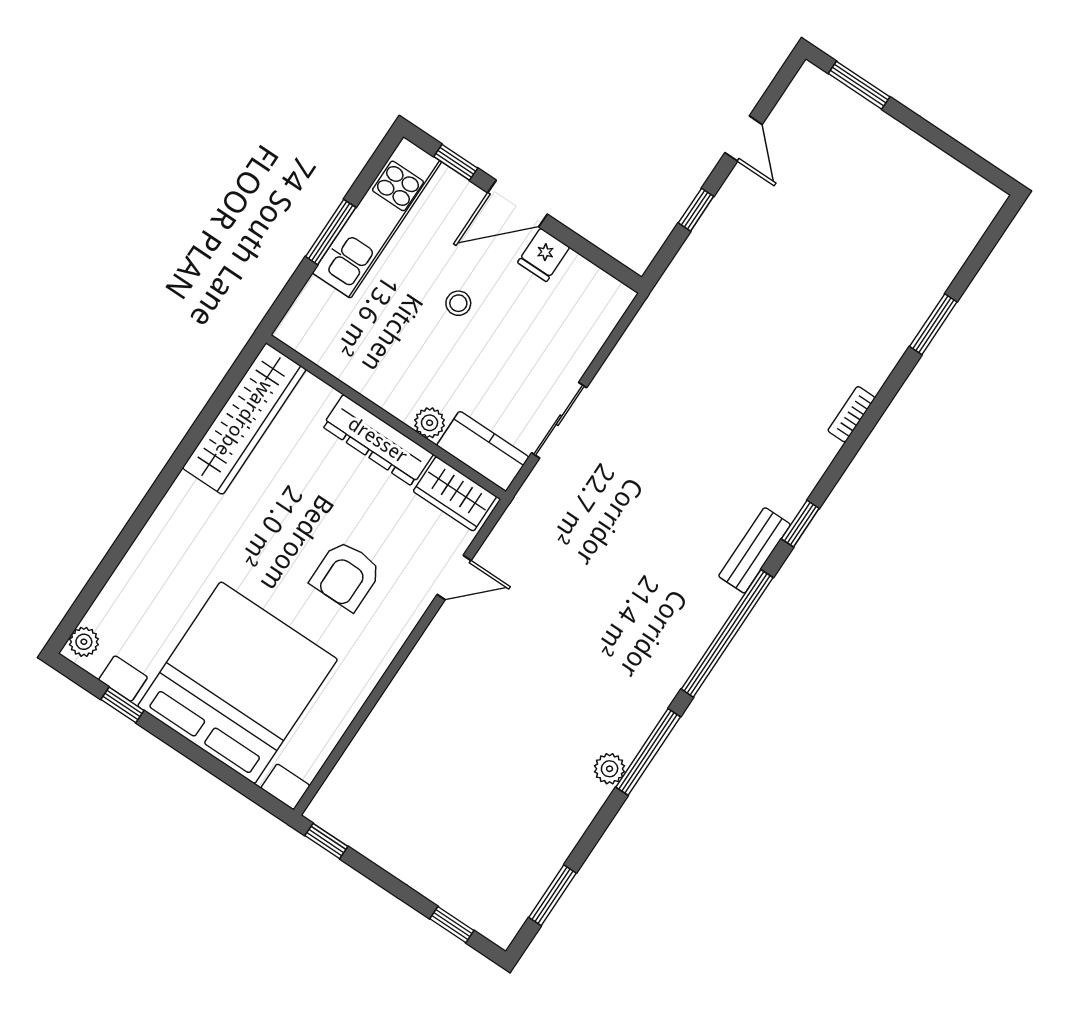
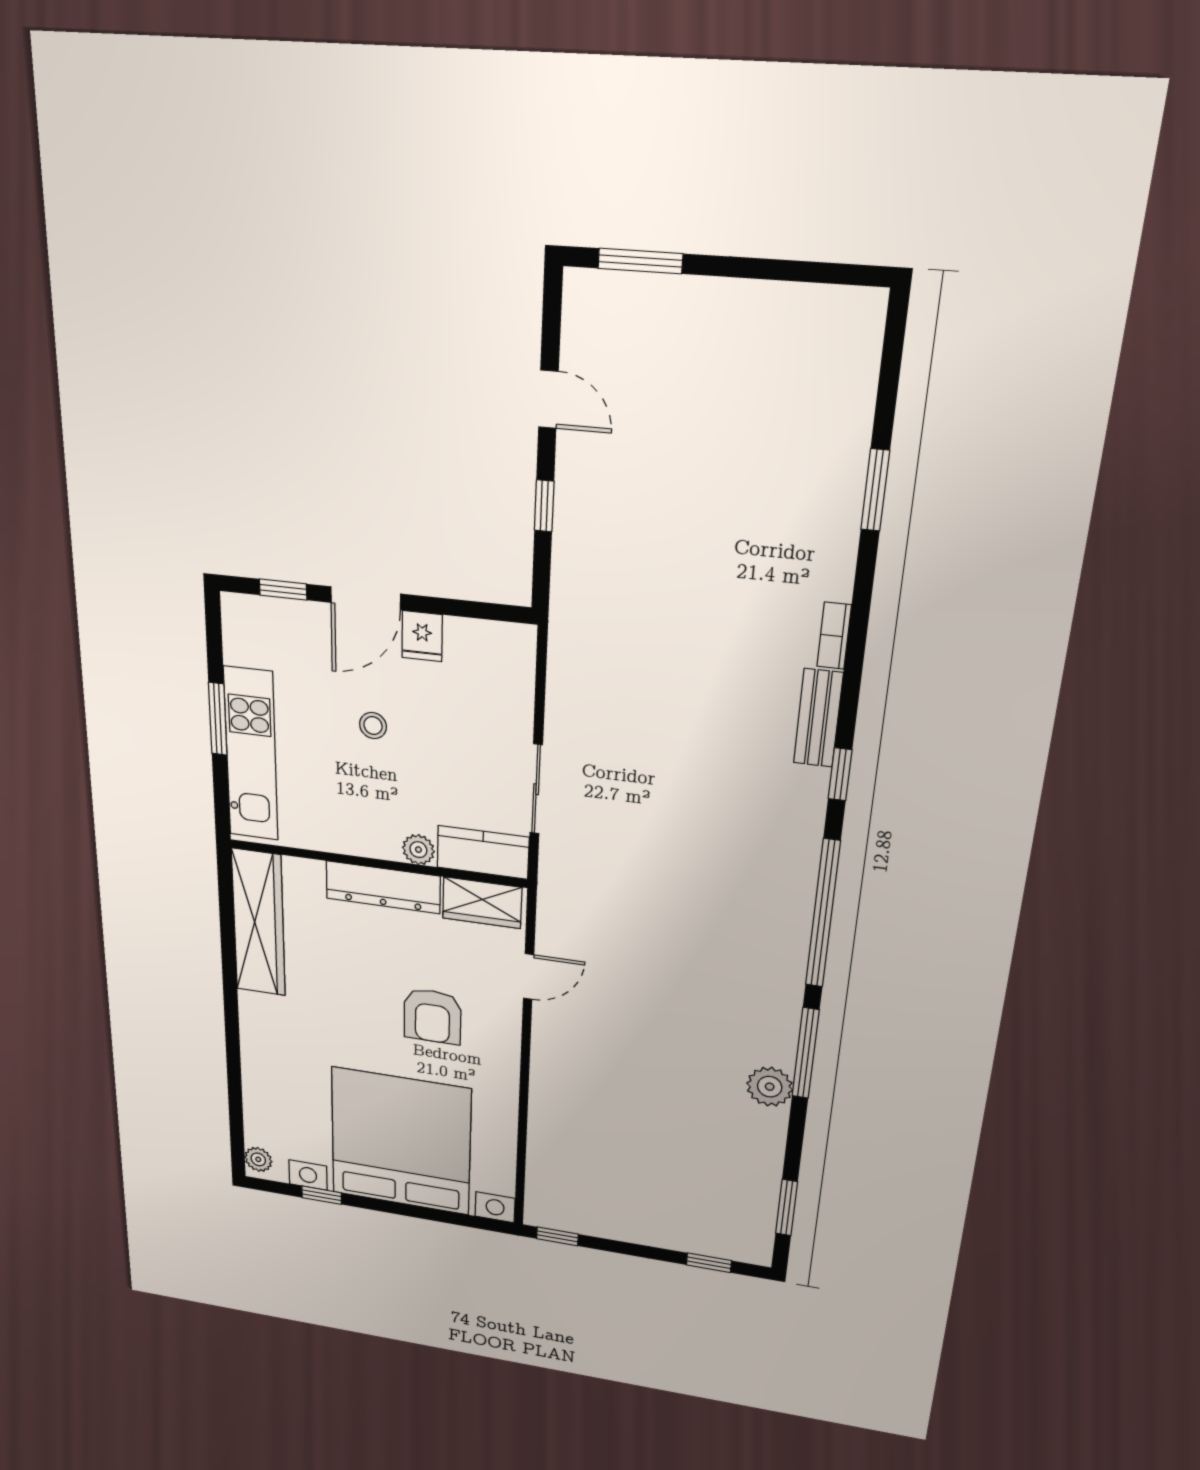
kitchen unit: (377, 217) -> (251, 754), moved
bench: (755, 550) -> (818, 718), moved
plant: (610, 769) -> (770, 1087), width x1.38, depth x1.38

